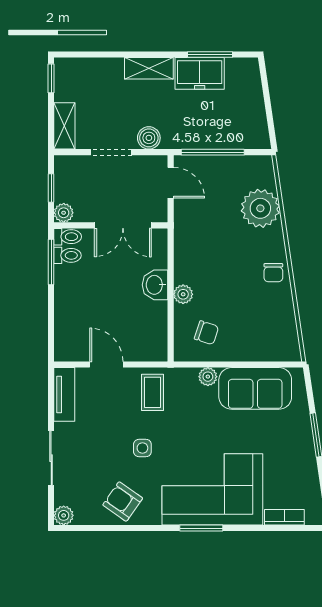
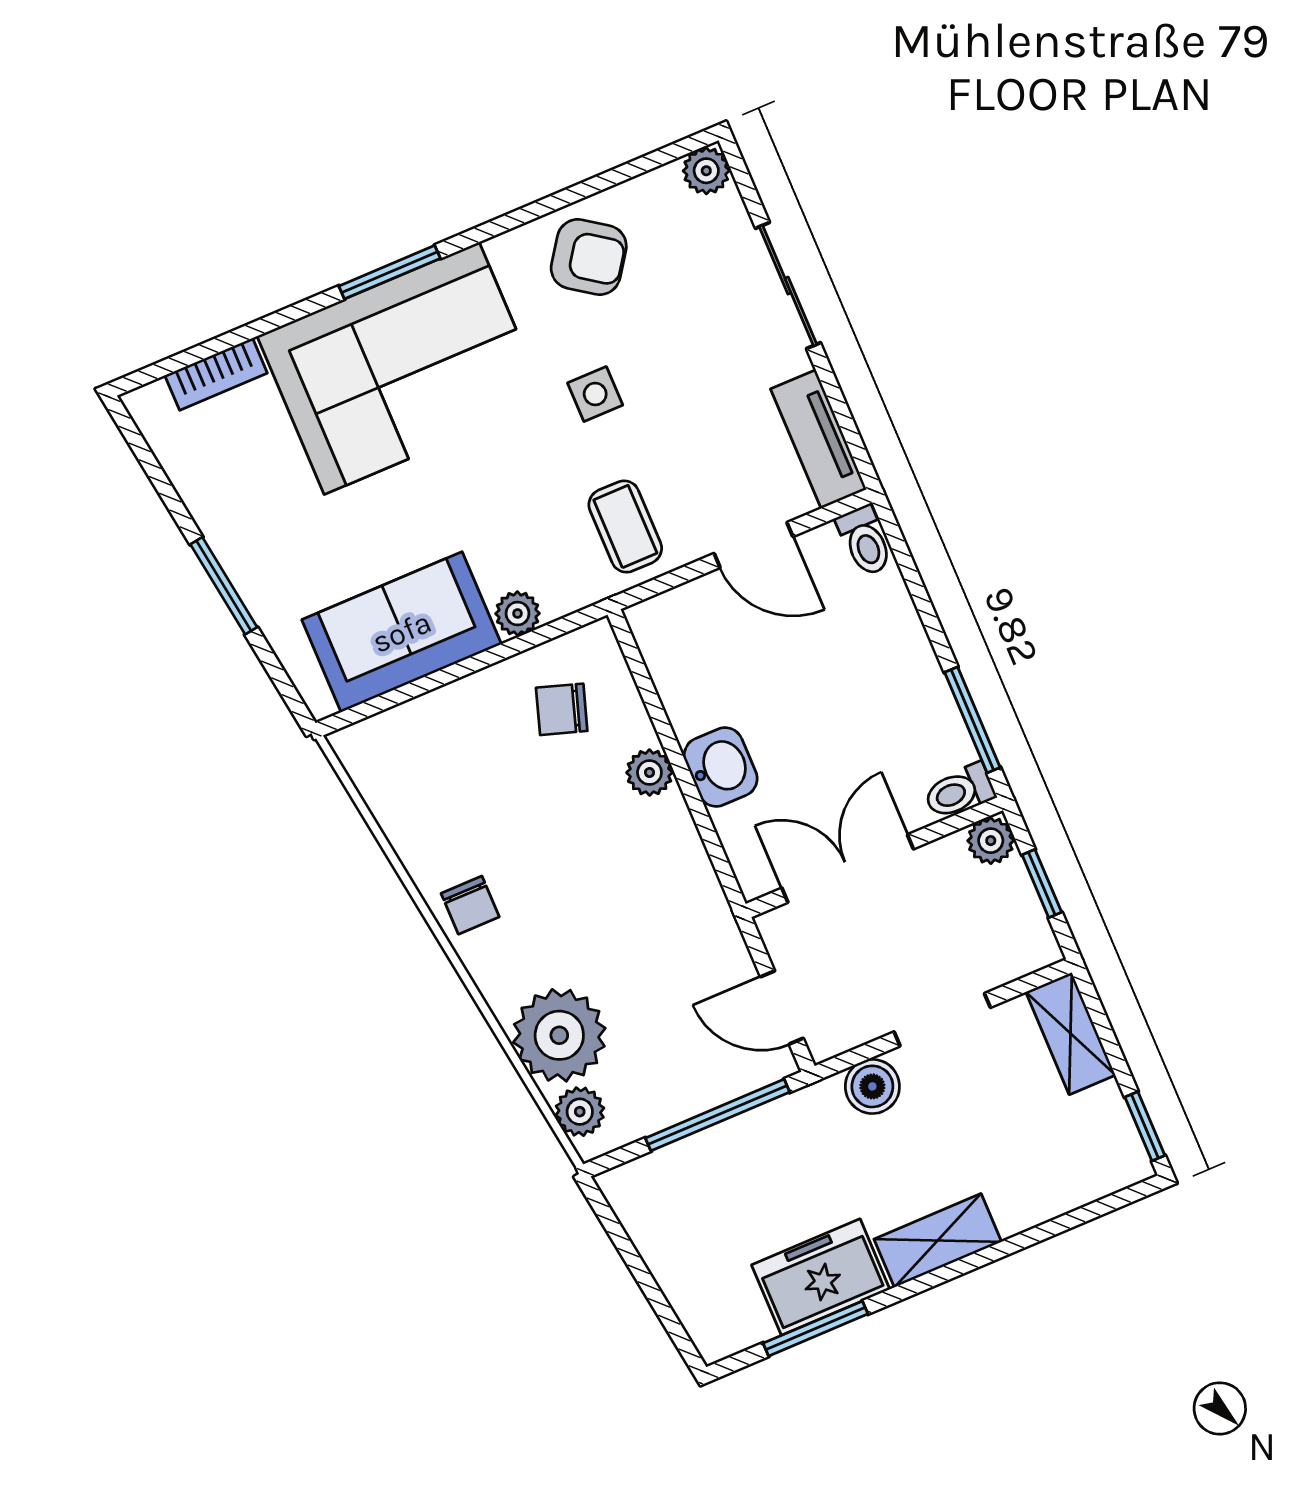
plant: (265, 176) -> (580, 1112), added
toilet: (68, 255) -> (865, 541), moved, turned -90
chair: (273, 273) -> (470, 905), turned 180

